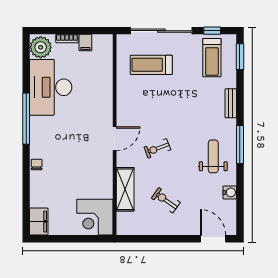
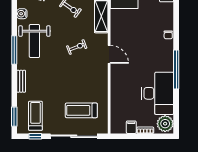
treadmill: (151, 65) -> (81, 110), turned 180
door: (115, 139) -> (109, 54), swing flipped
weight bench: (213, 156) -> (34, 41), width x1.36, depth x1.33

